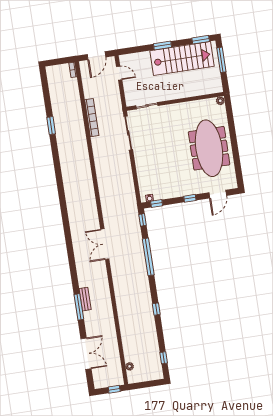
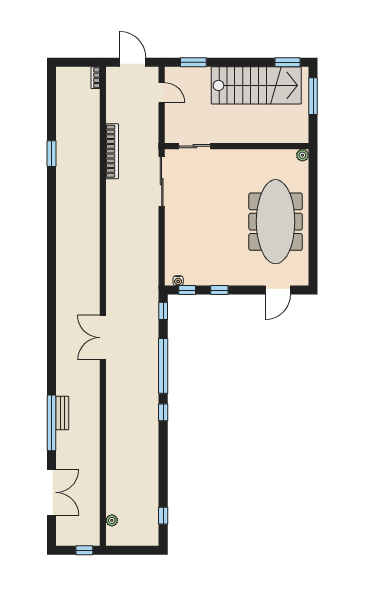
window: (162, 46) -> (193, 62), moved
door: (96, 56) -> (133, 62), swing flipped
window: (190, 198) -> (219, 290), moved
window: (79, 307) -> (51, 423), width x1.46
window: (156, 309) -> (163, 412), moved

